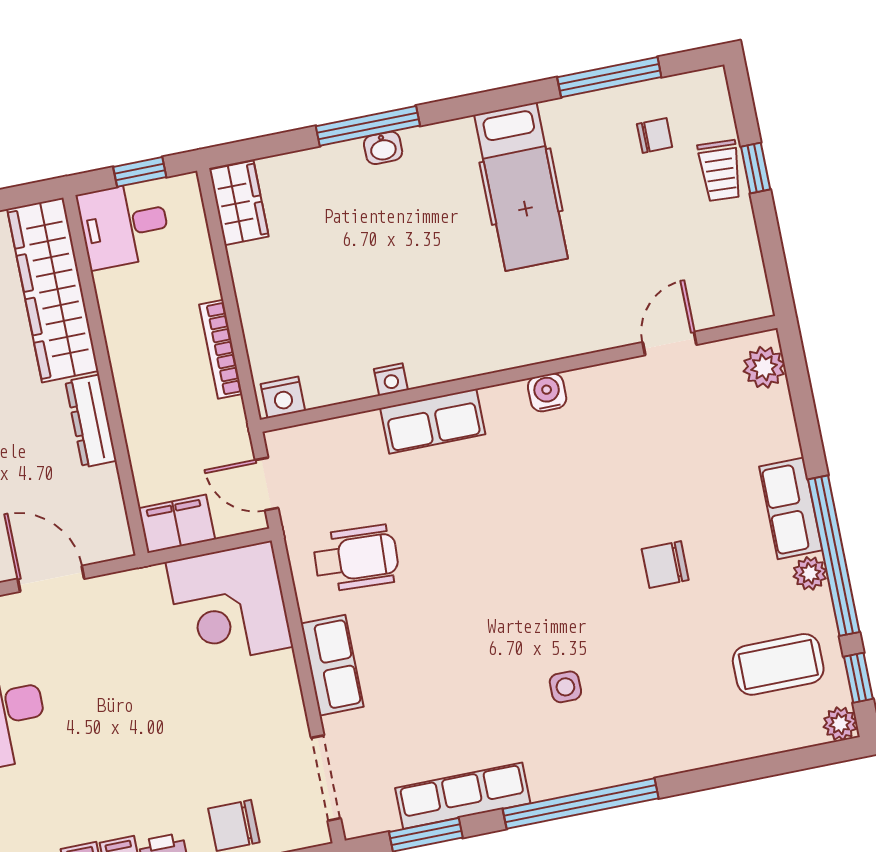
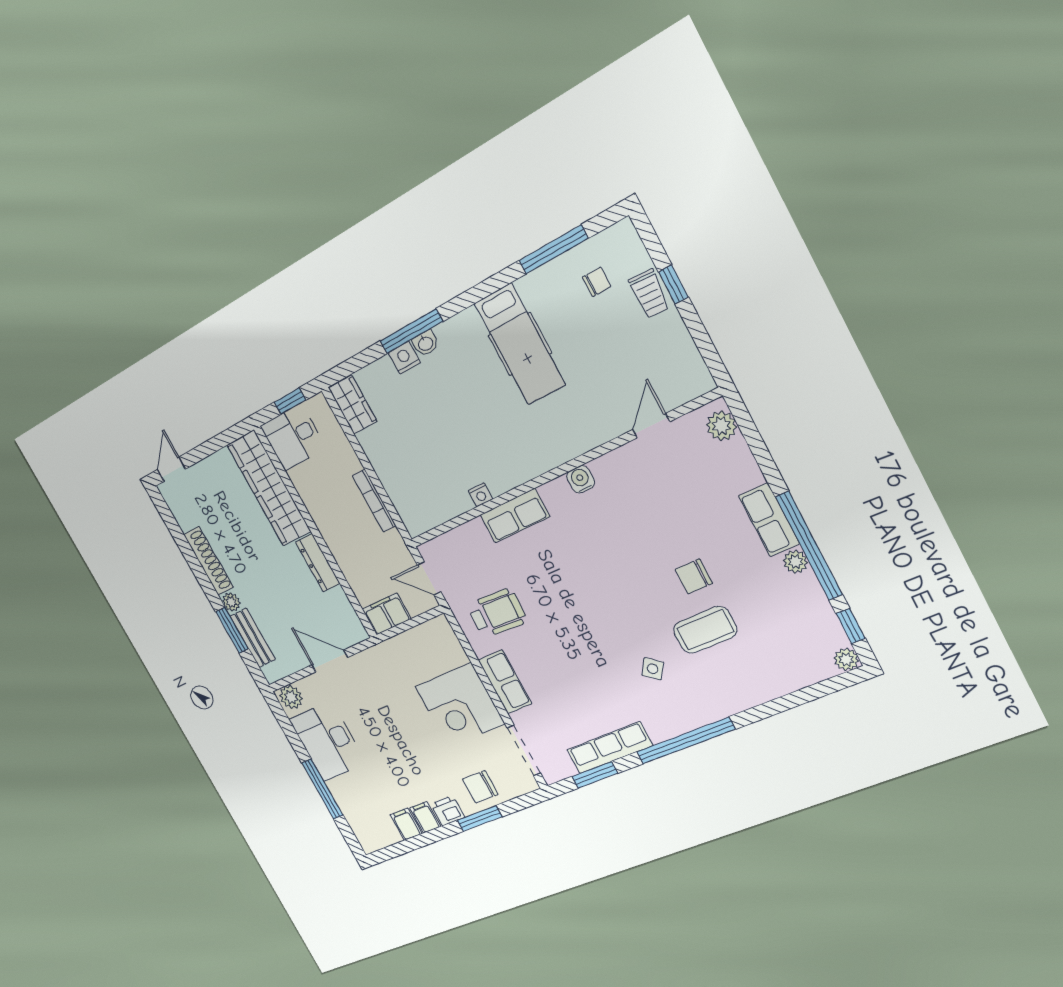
nightstand: (283, 397) -> (404, 358), moved, turned 180
corner desk: (229, 604) -> (460, 705), moved
coffee table: (778, 664) -> (705, 630), moved
side table: (565, 687) -> (653, 669), turned 37

